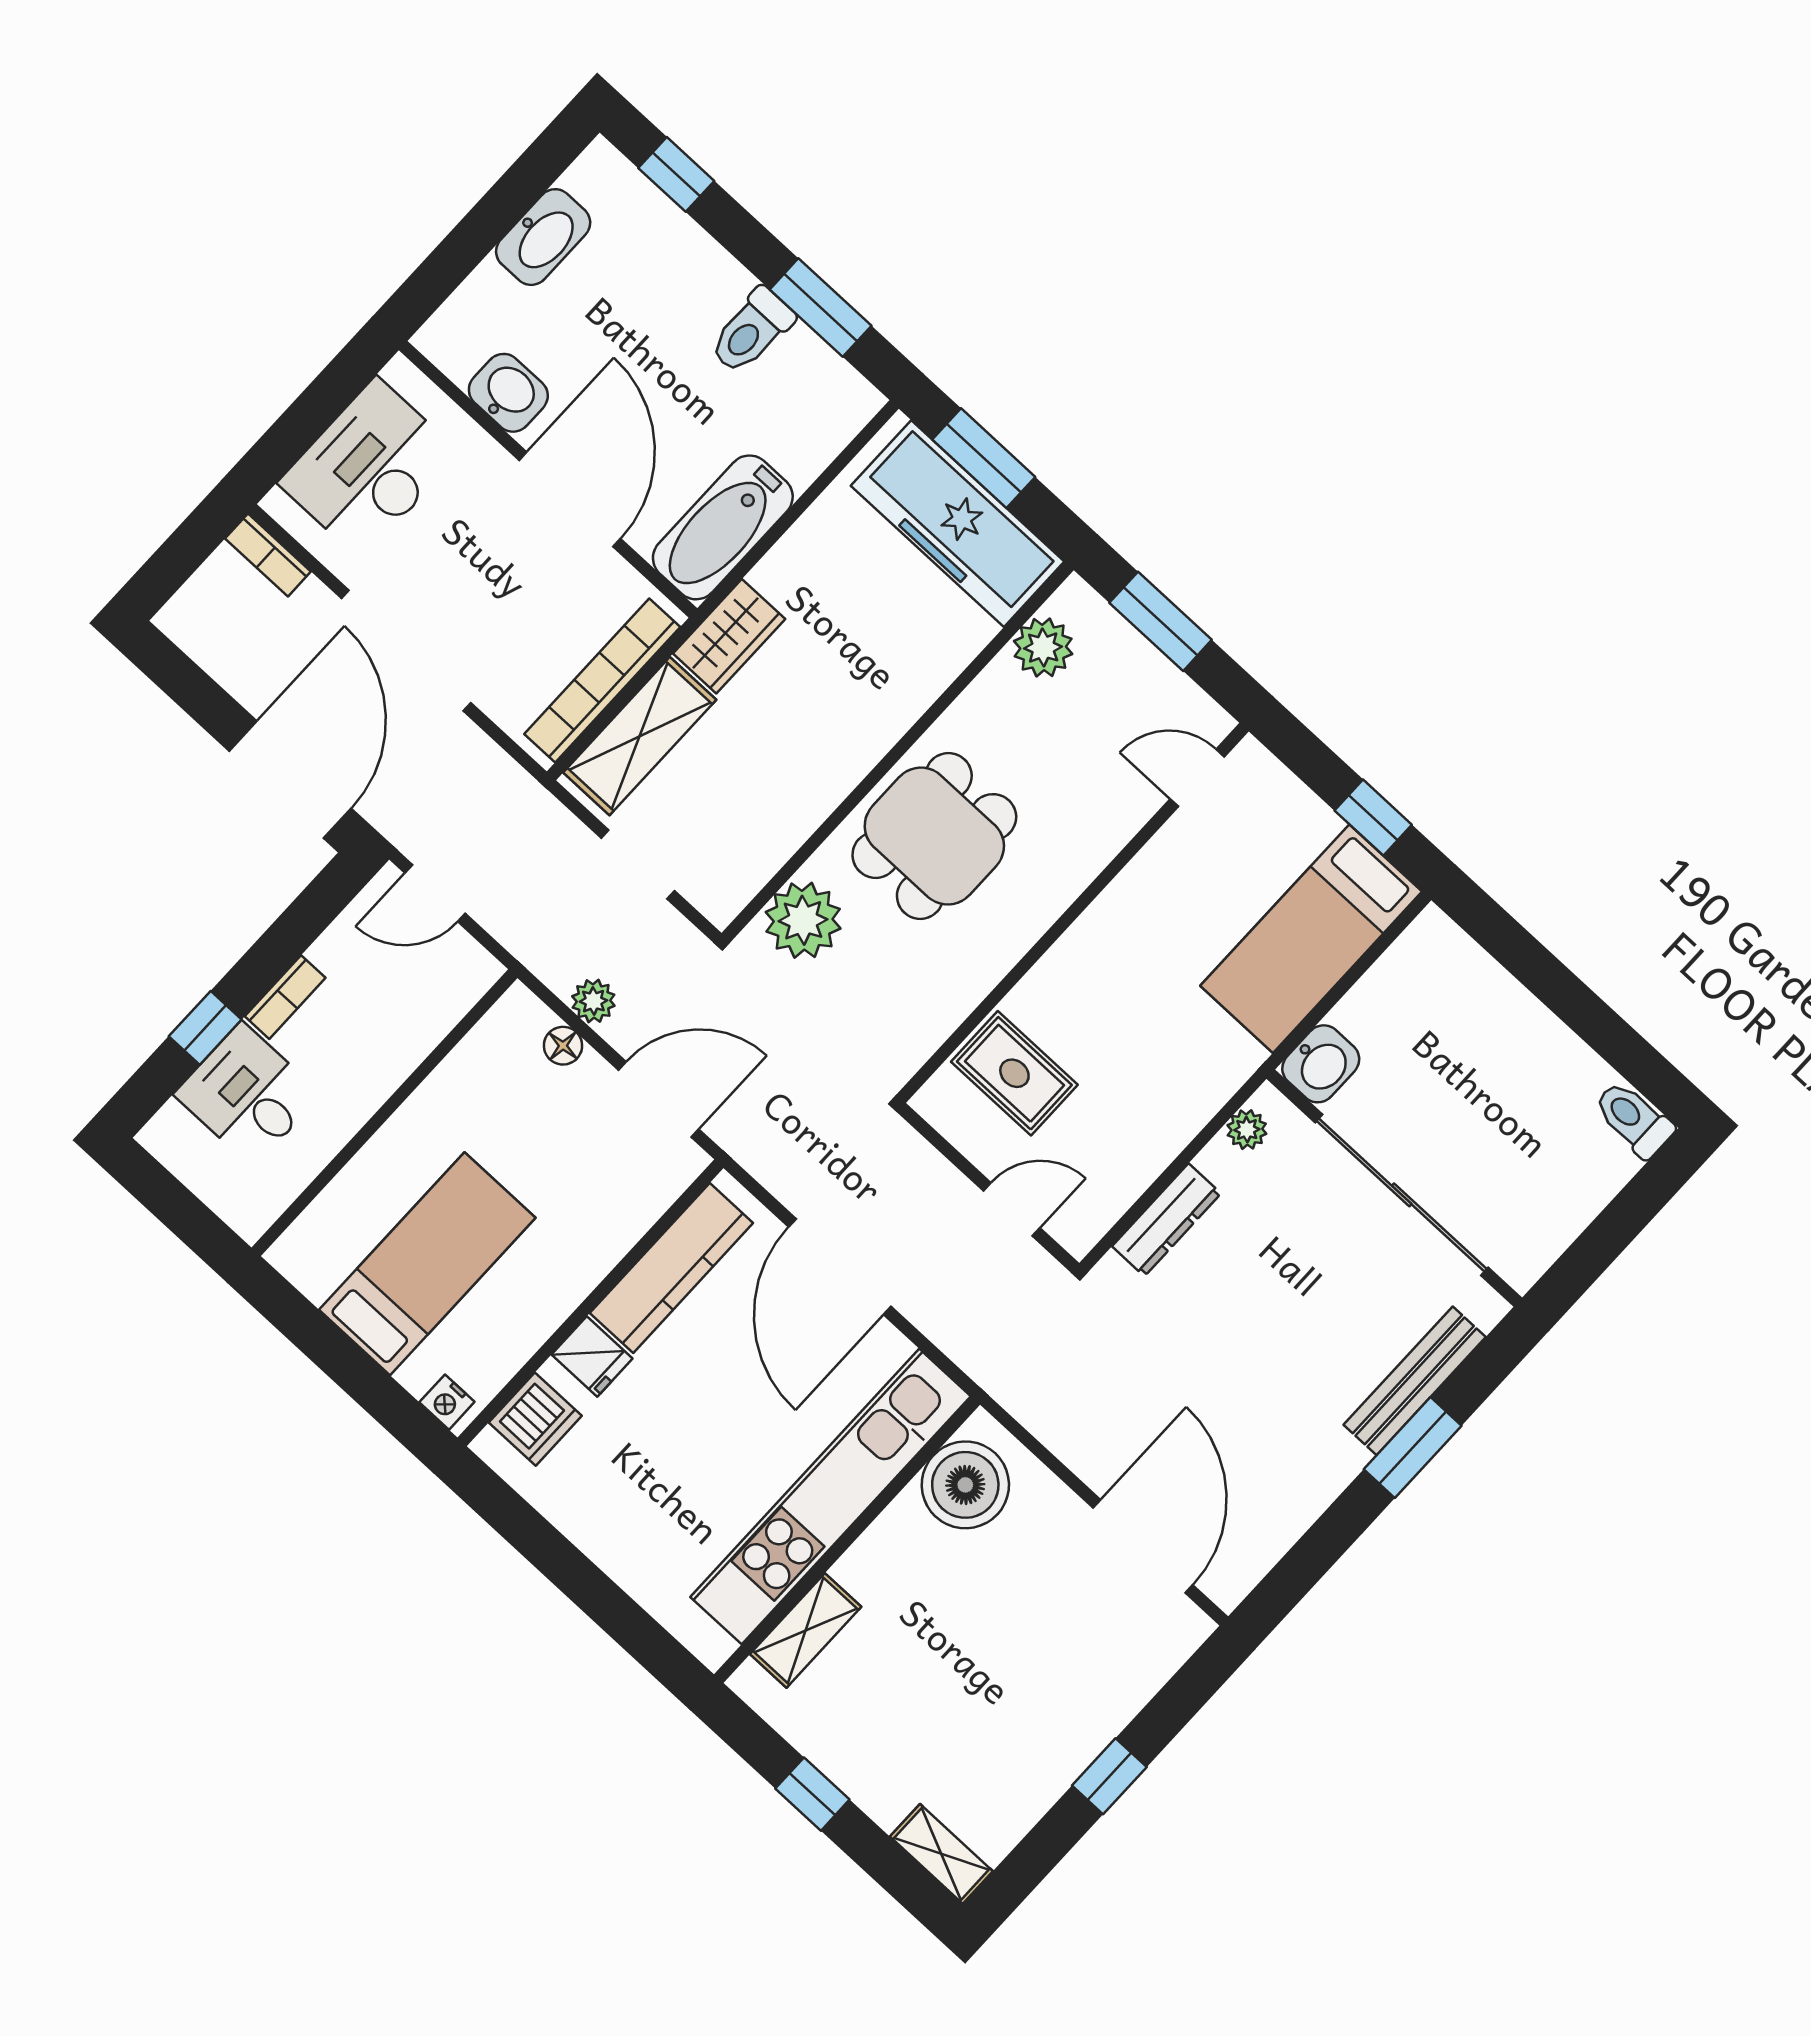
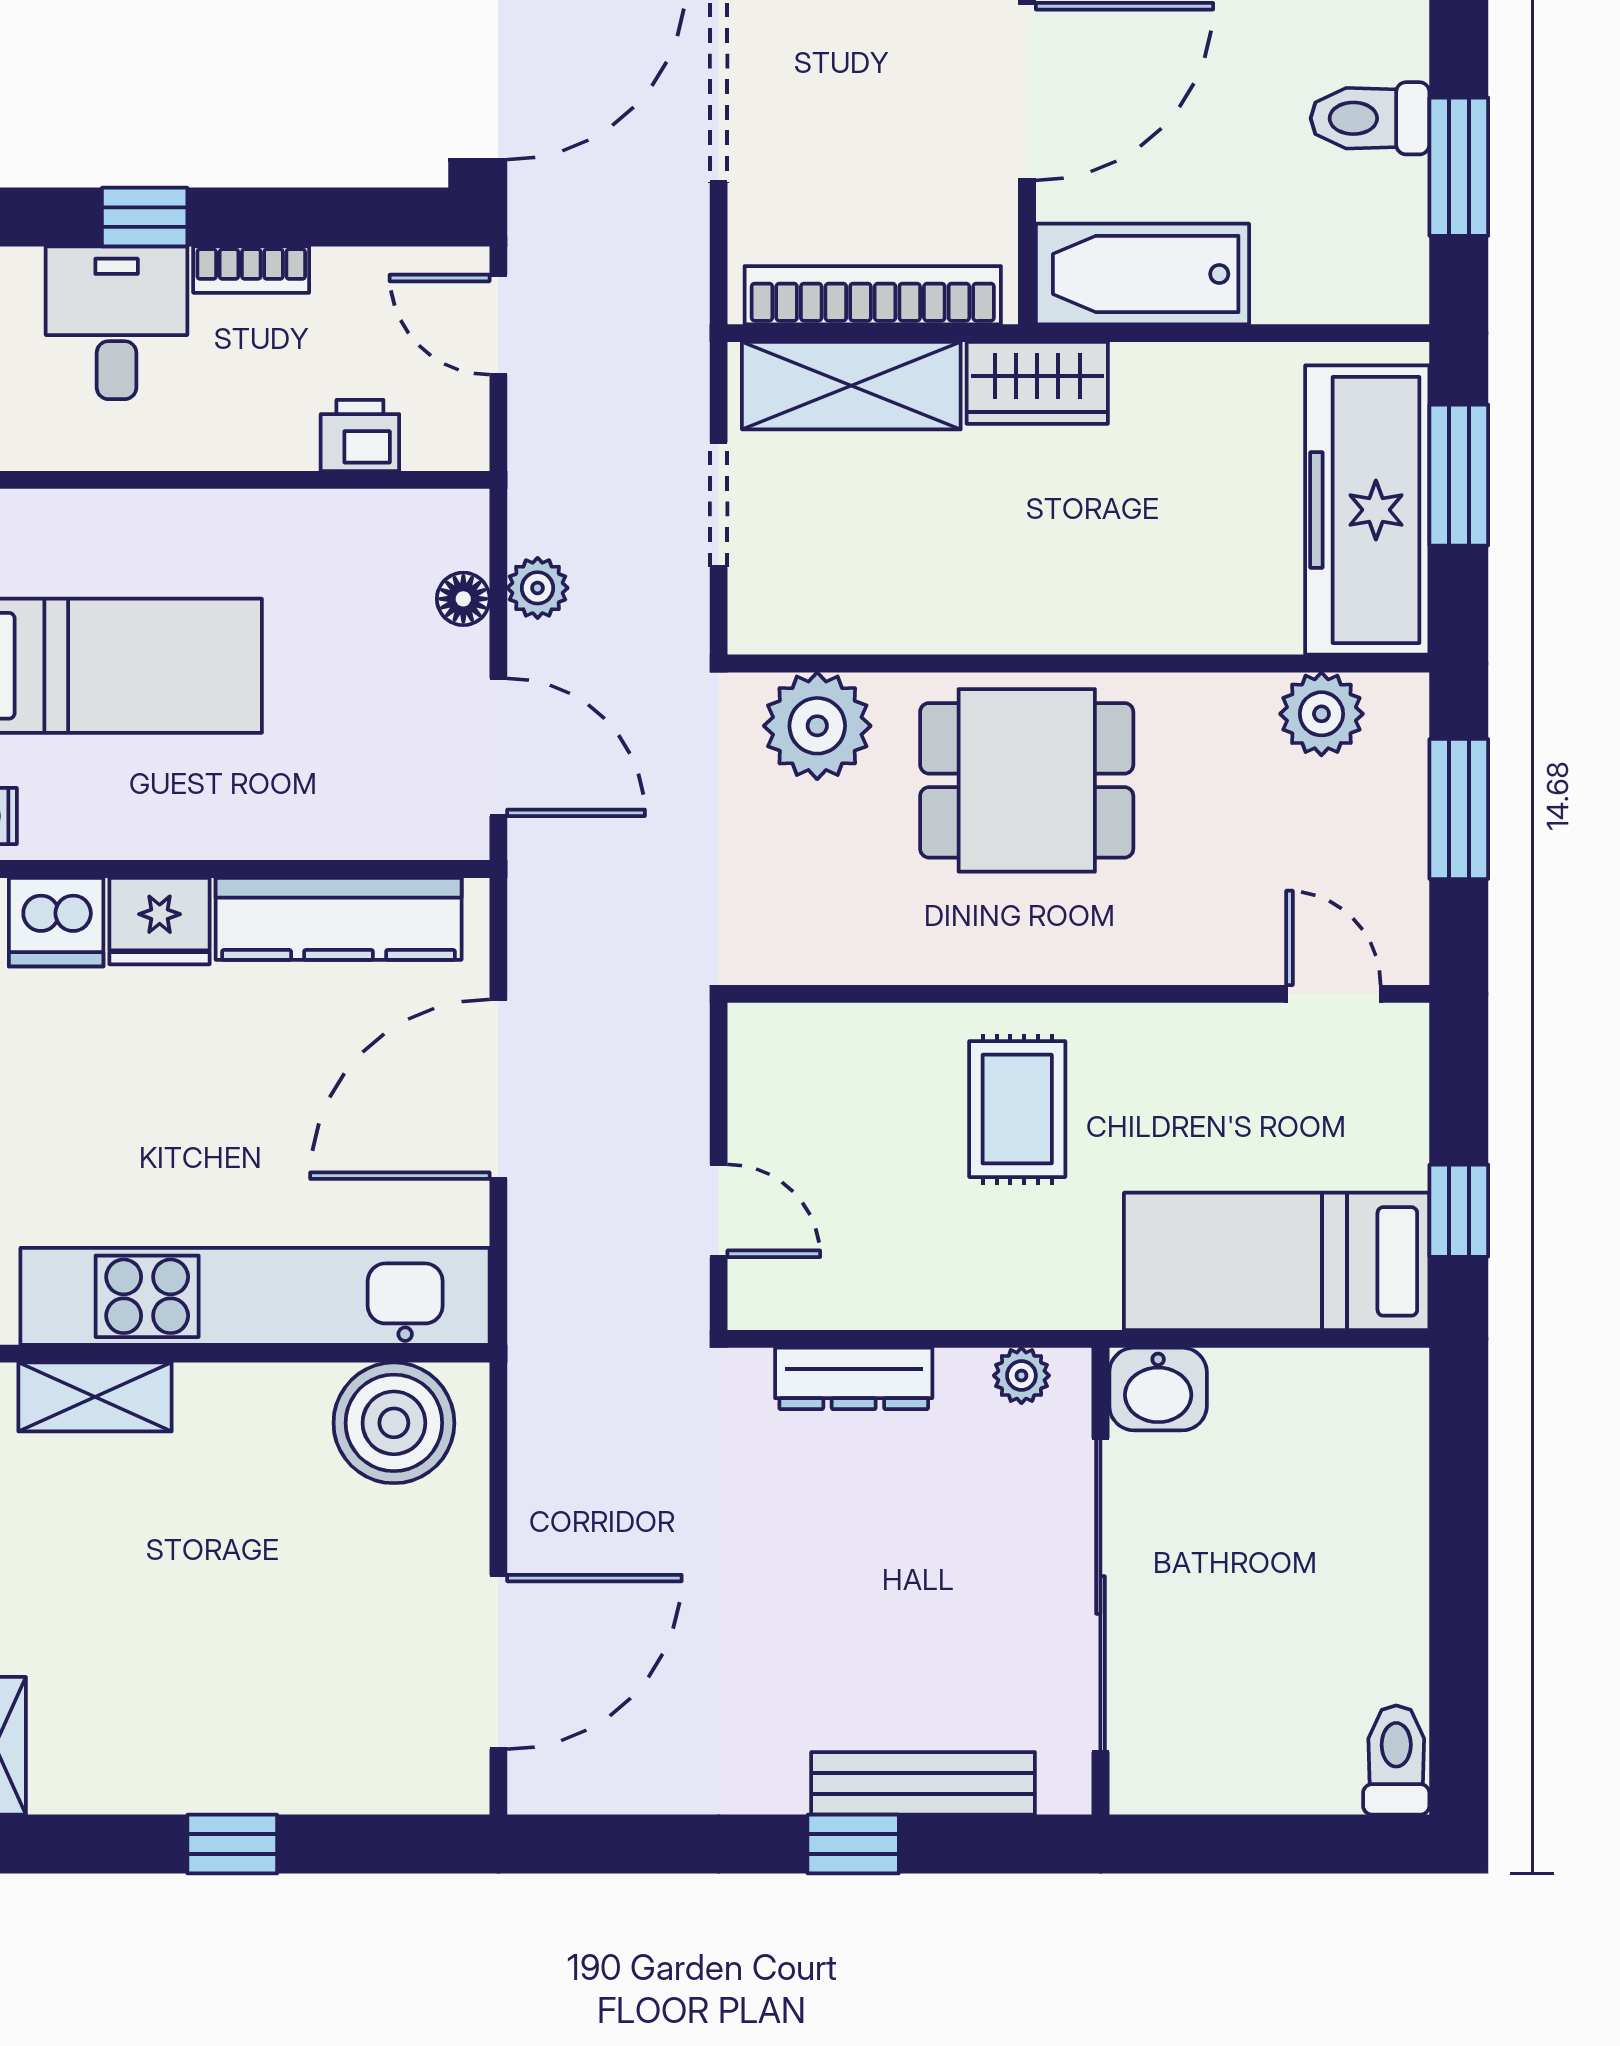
printer: (426, 1021) -> (360, 435), added
rug: (1014, 1073) -> (1017, 1109), moved
fridge: (592, 1356) -> (160, 921), width x1.38
window: (1413, 1448) -> (853, 1844), width x0.67

